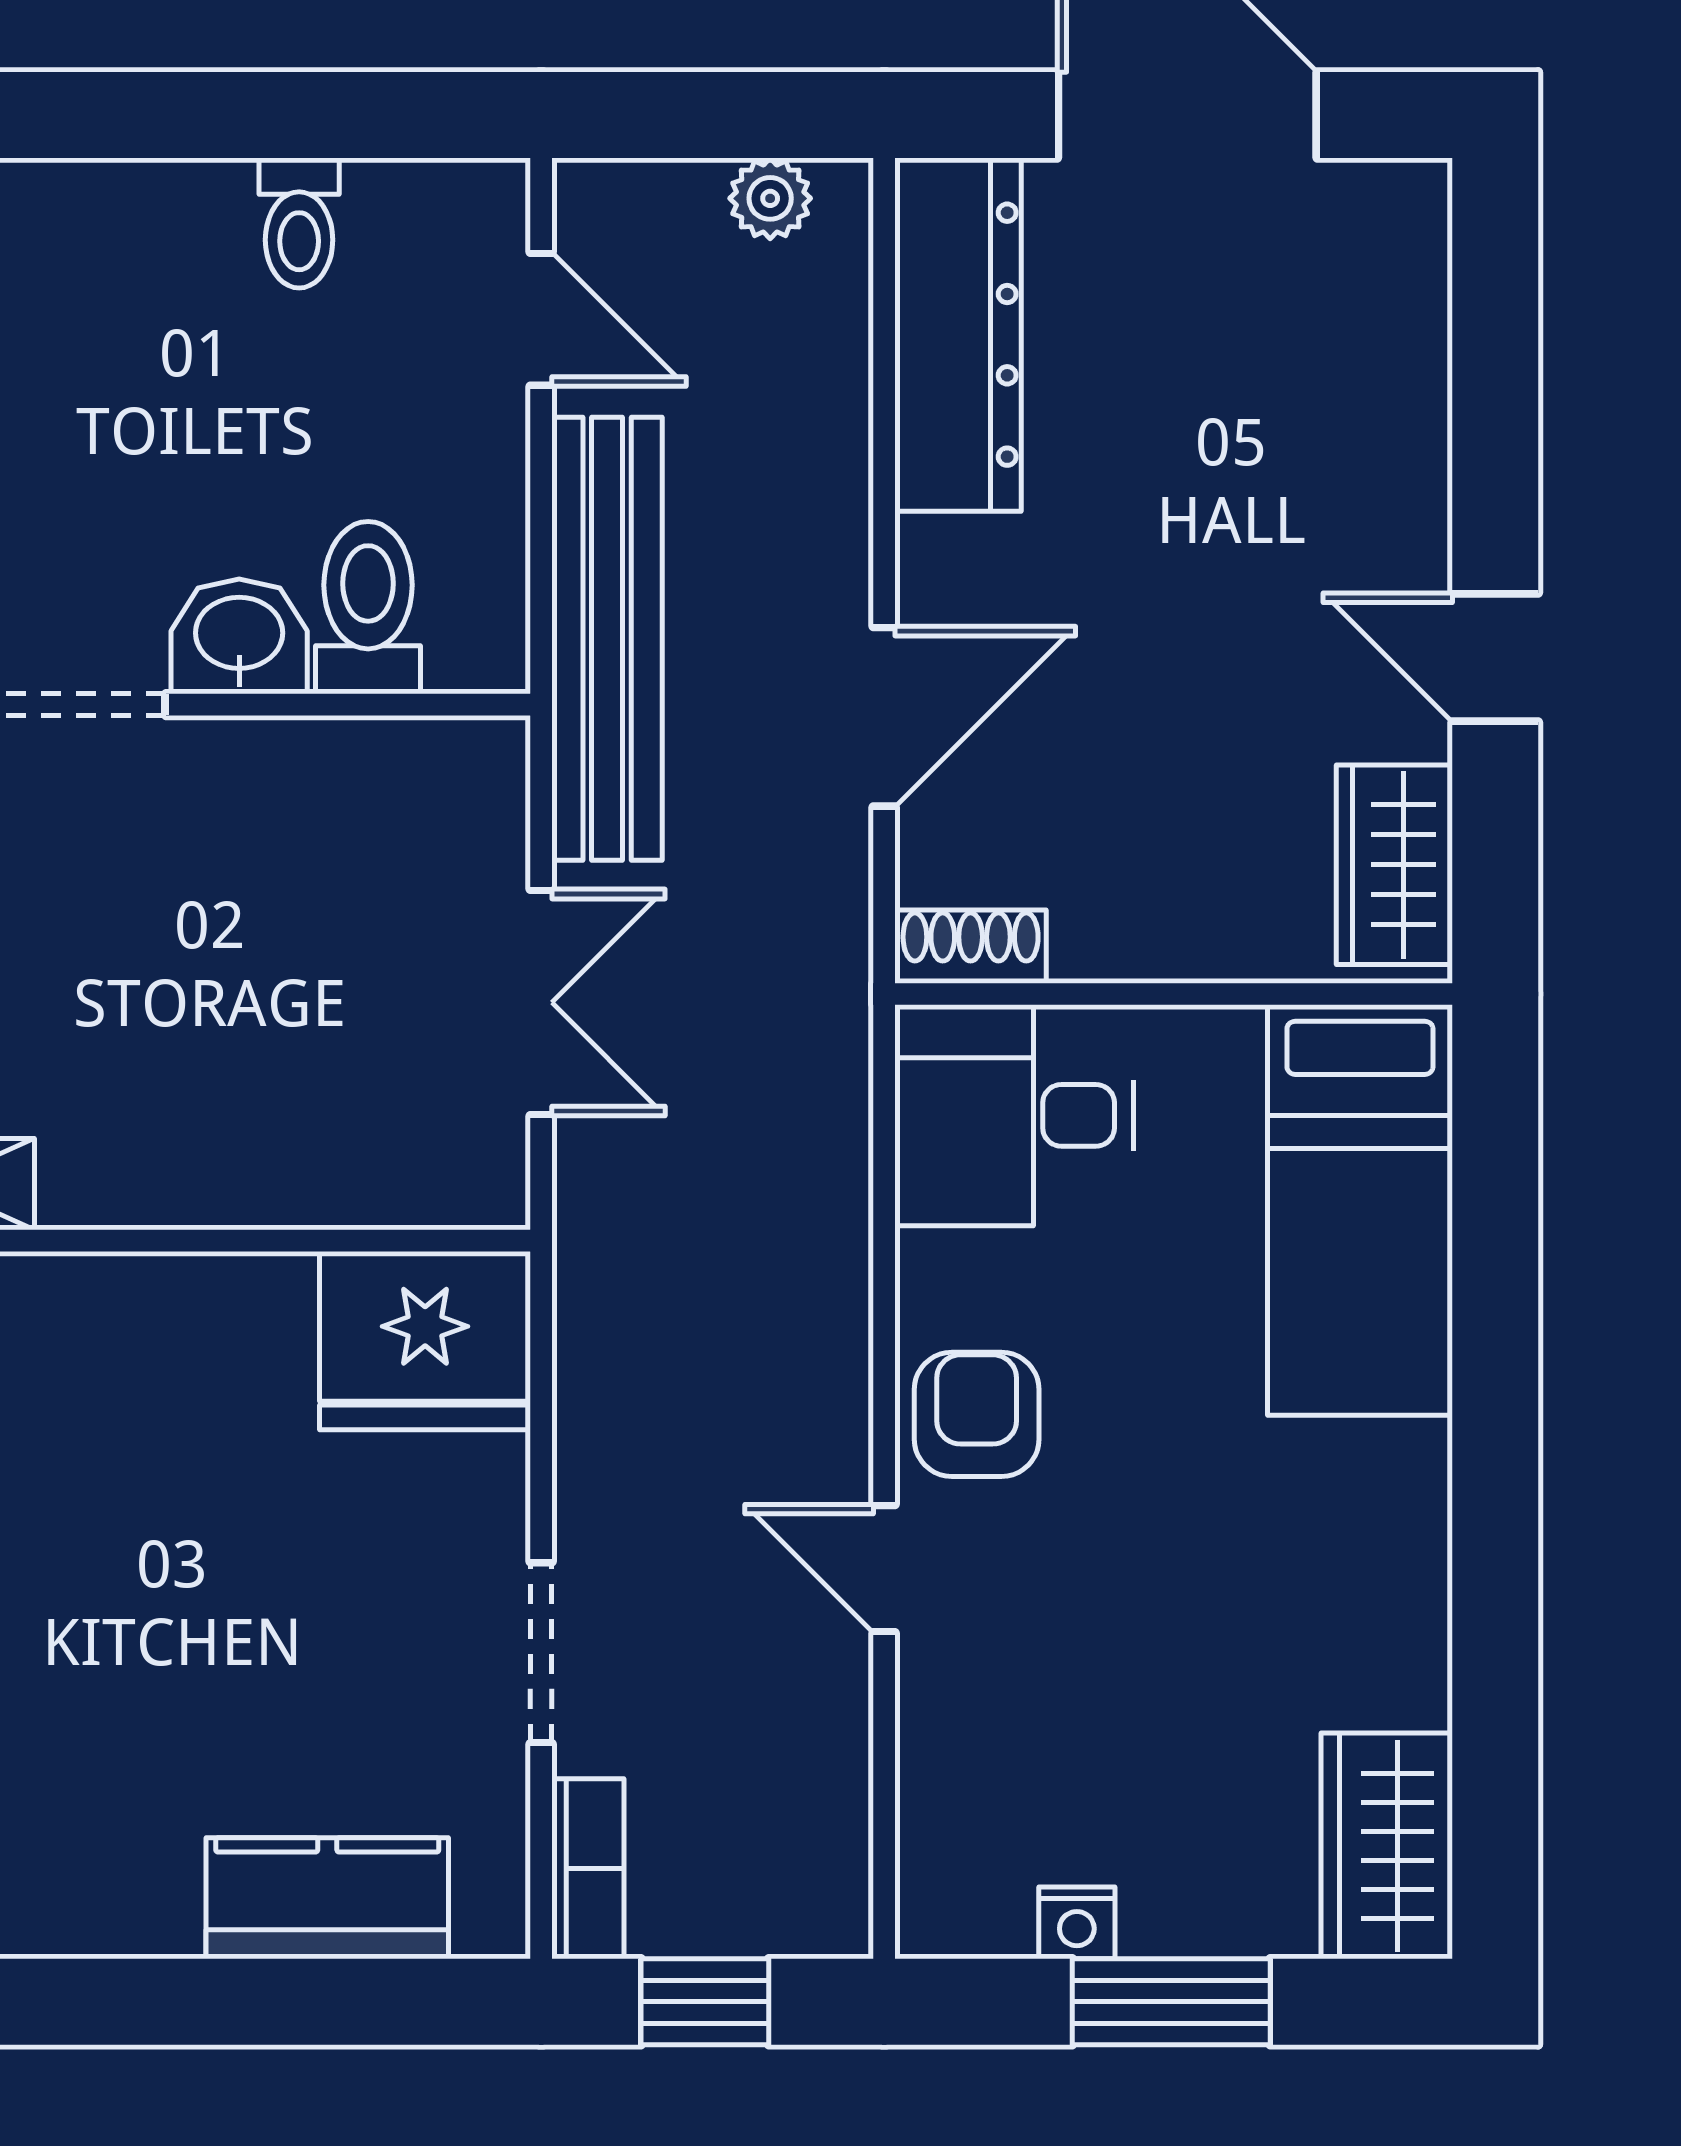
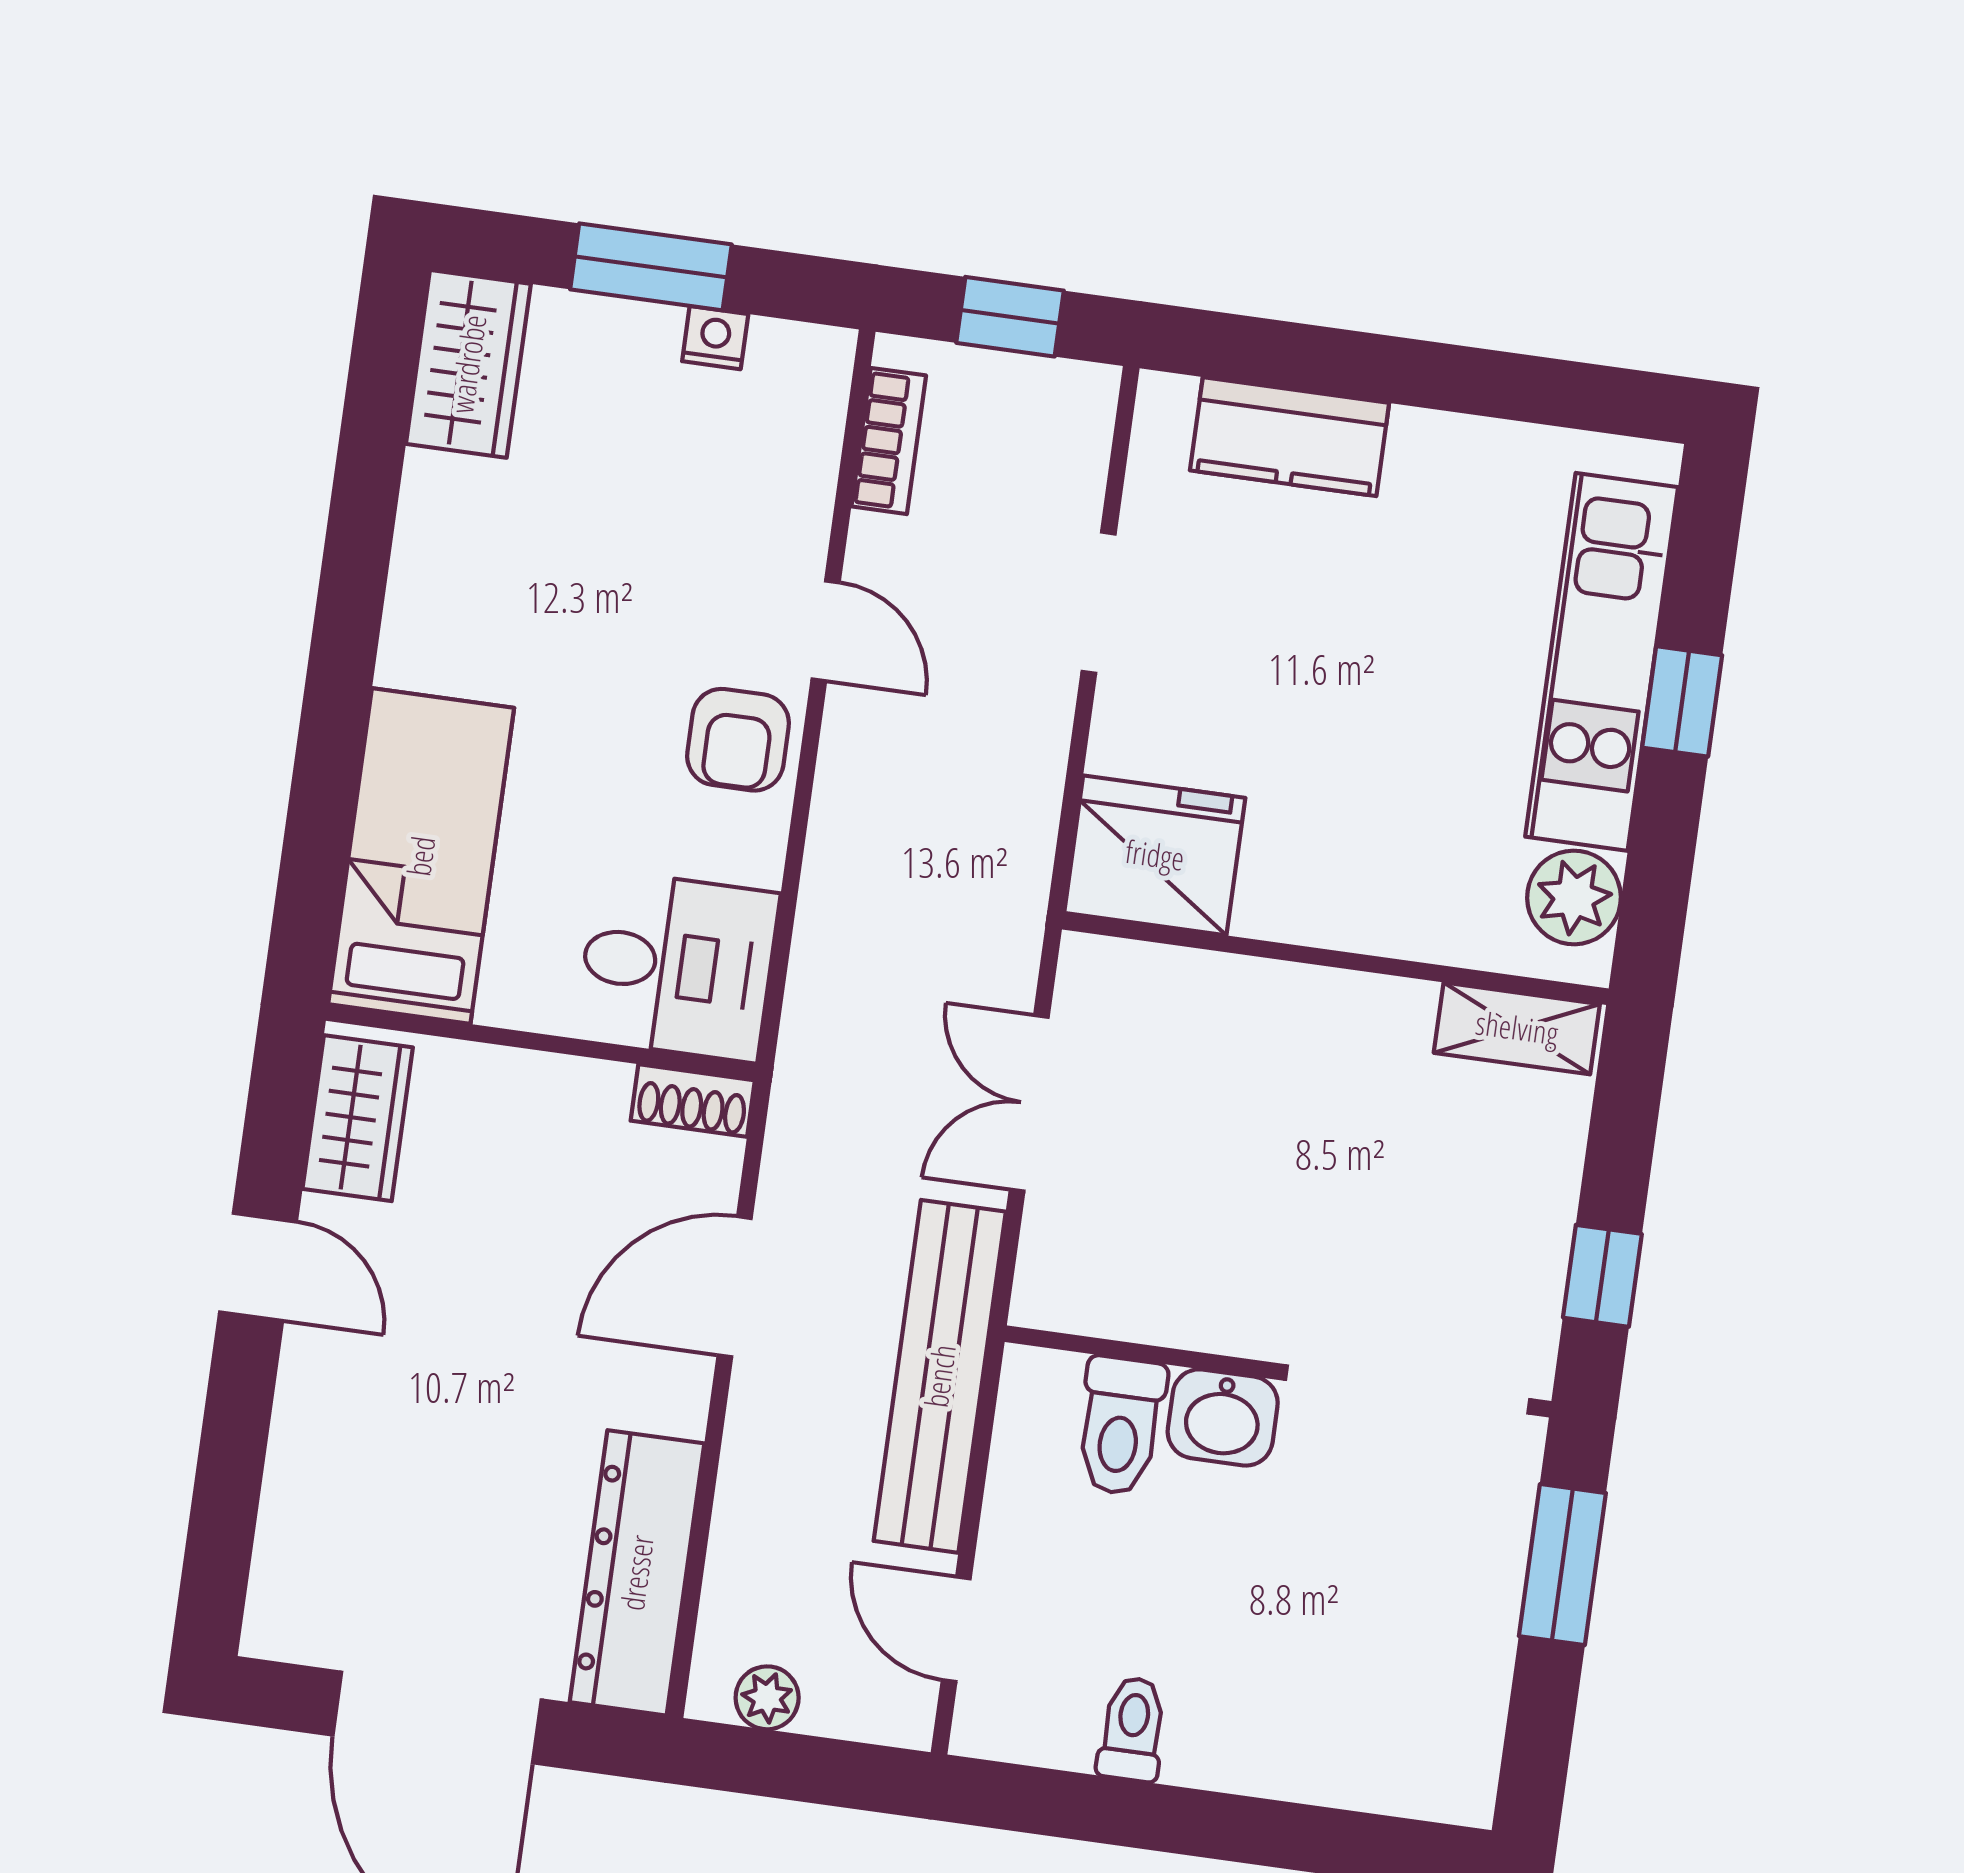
bookcase: (588, 1869) -> (889, 441), moved, turned 180

